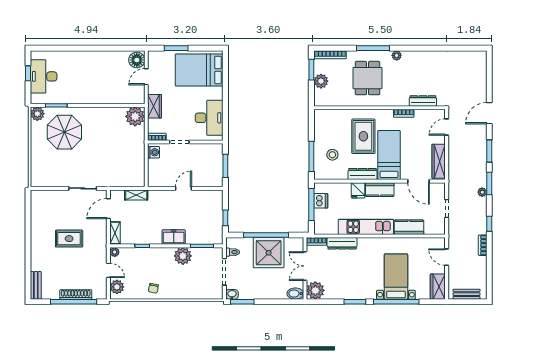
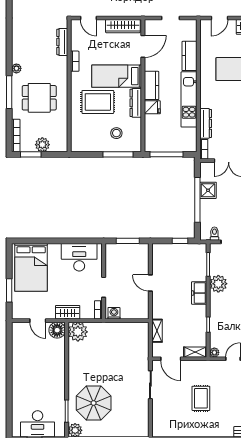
floor lamp: (137, 60) -> (57, 330), moved
dishwasher: (321, 201) -> (163, 145), removed
shower: (269, 253) -> (208, 190), width x0.54, depth x0.54

